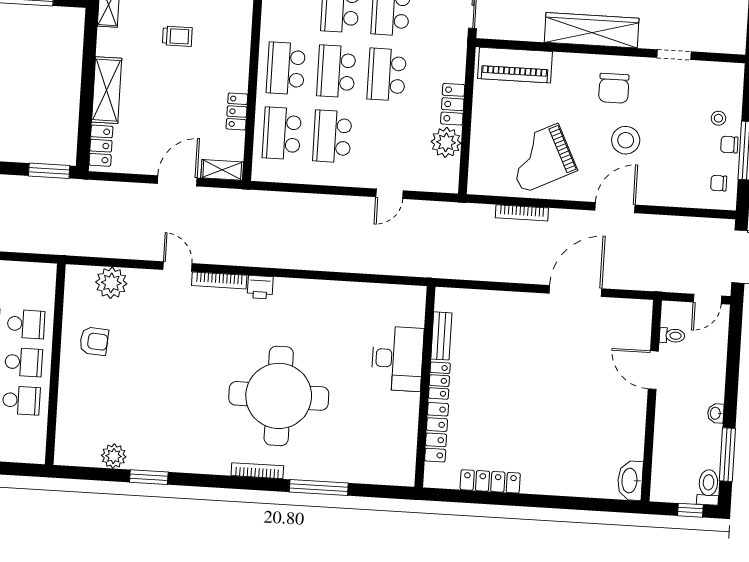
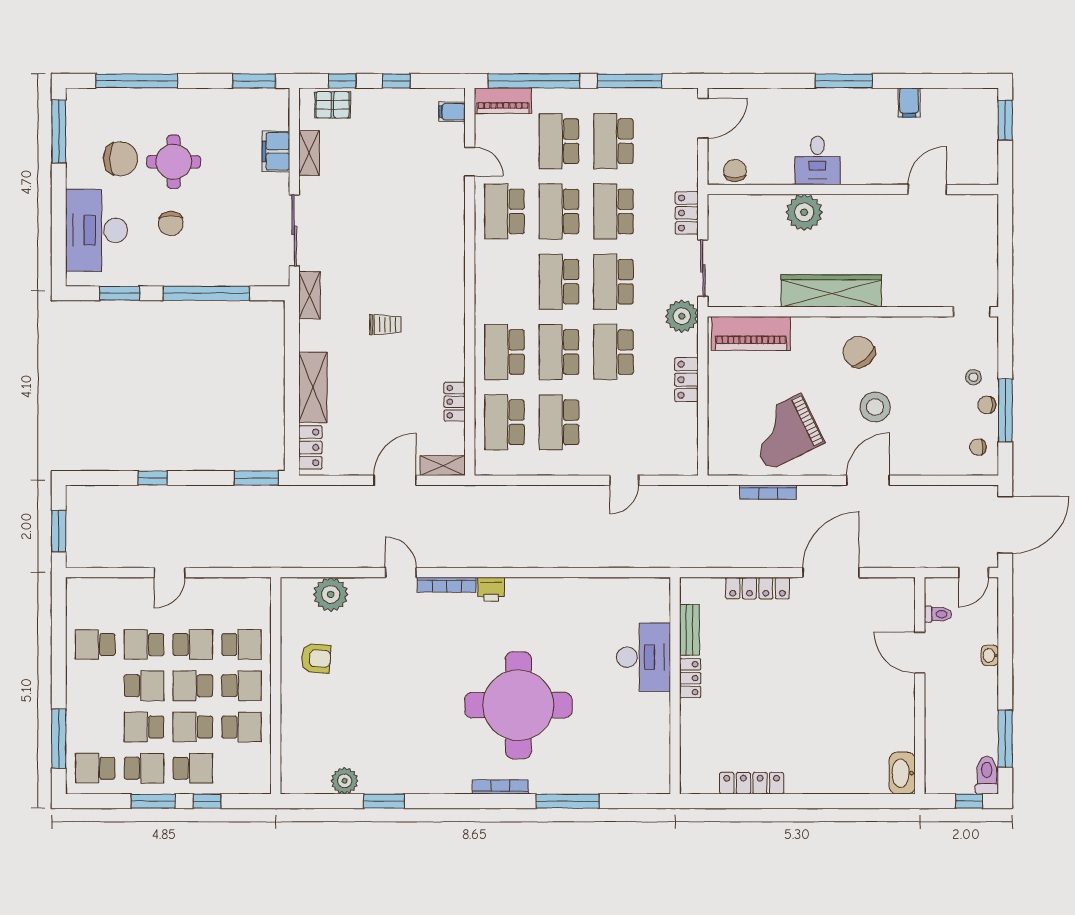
doorway: (674, 55) -> (972, 312), moved
chair: (614, 88) -> (859, 352), turned 139
plant: (446, 142) -> (682, 316), moved
washbasin: (716, 413) -> (990, 655), moved
locker: (437, 432) -> (758, 588), moved, turned 90

